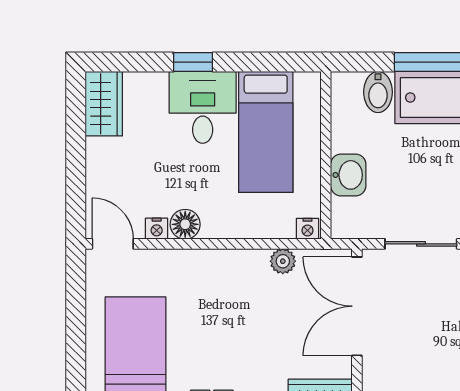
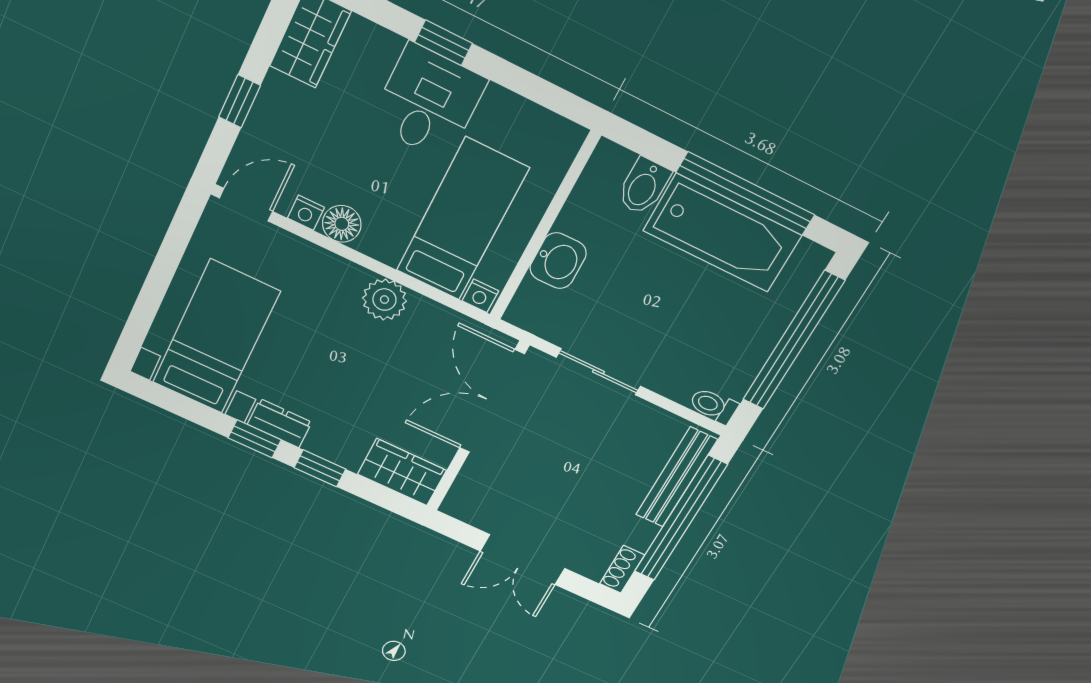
bed: (266, 132) -> (462, 220), moved, turned 180
window: (76, 171) -> (240, 101), added
door: (113, 244) -> (246, 205), hinge flipped
plant: (283, 261) -> (384, 300), moved, width x1.38, depth x1.38

